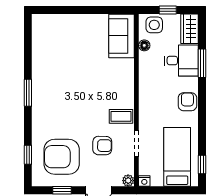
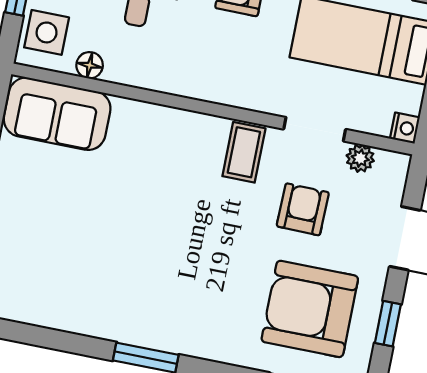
armchair: (62, 157) -> (310, 309), turned 90
plant: (128, 181) -> (360, 158), moved

